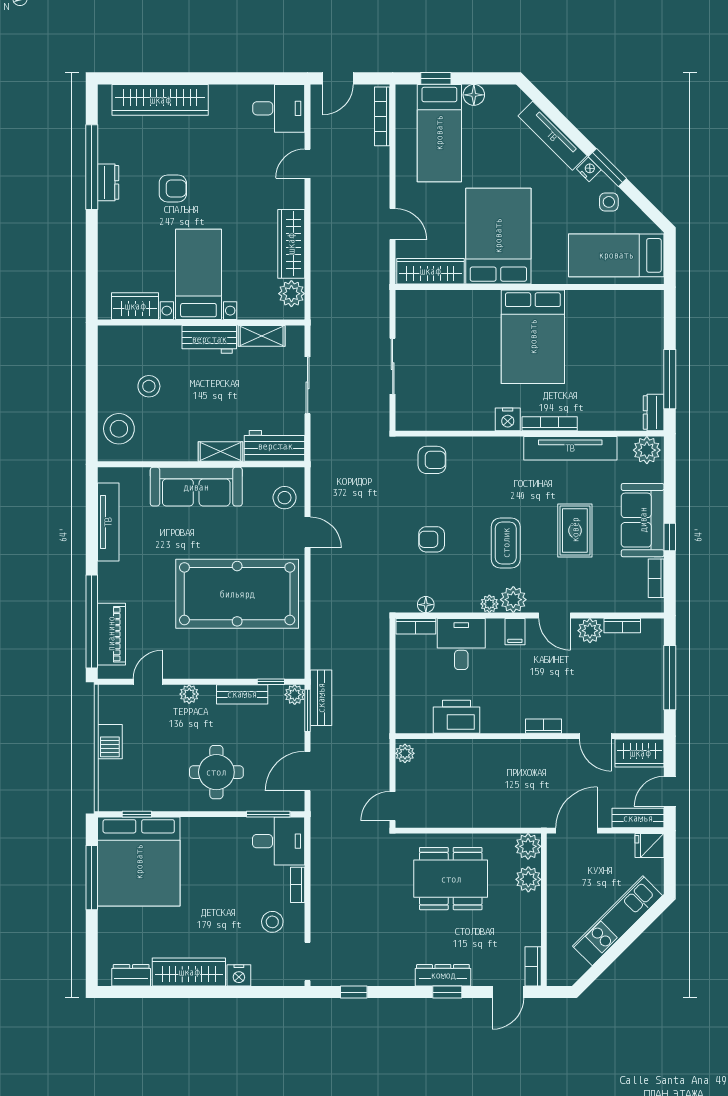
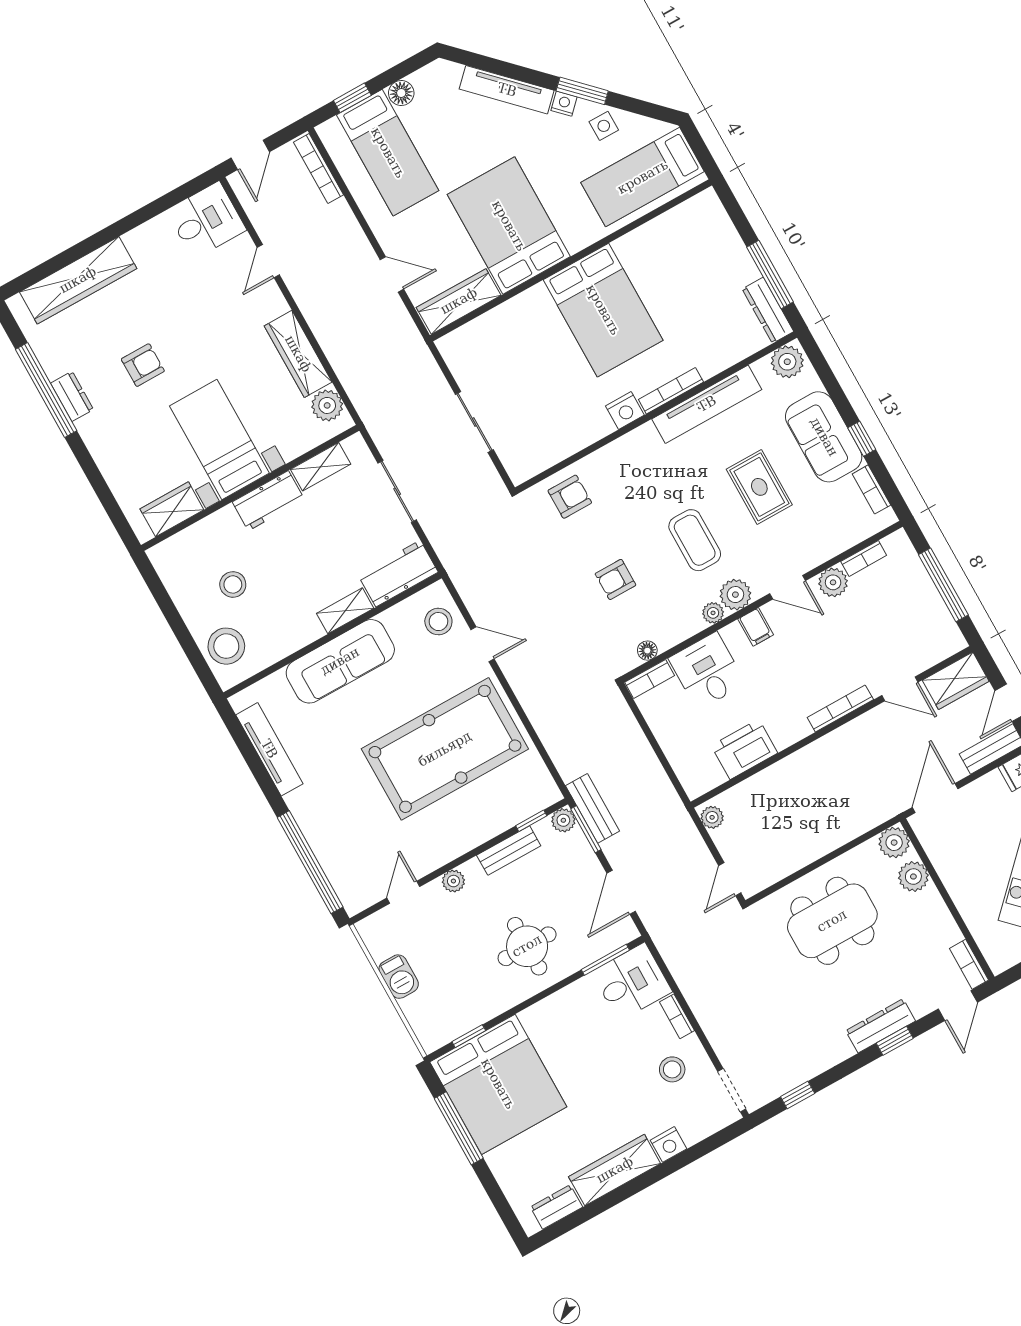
dresser: (654, 412) -> (768, 310), width x1.44
piano: (111, 634) -> (338, 864), removed
bookcase: (544, 726) -> (840, 708), width x1.56

